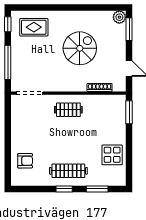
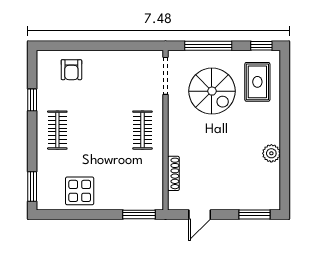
plant: (119, 17) -> (271, 153), moved
spiral stairs: (80, 48) -> (212, 91), moved
clothes rail: (68, 171) -> (57, 130), width x0.73
window: (64, 189) -> (32, 100), moved
window: (97, 189) -> (32, 186), moved

